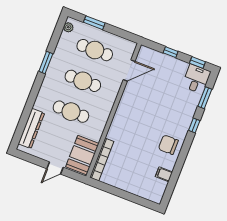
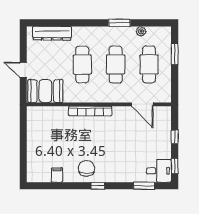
plant: (68, 27) -> (141, 31), moved
window: (194, 125) -> (98, 186), moved
bookcase: (102, 160) -> (90, 111), moved

